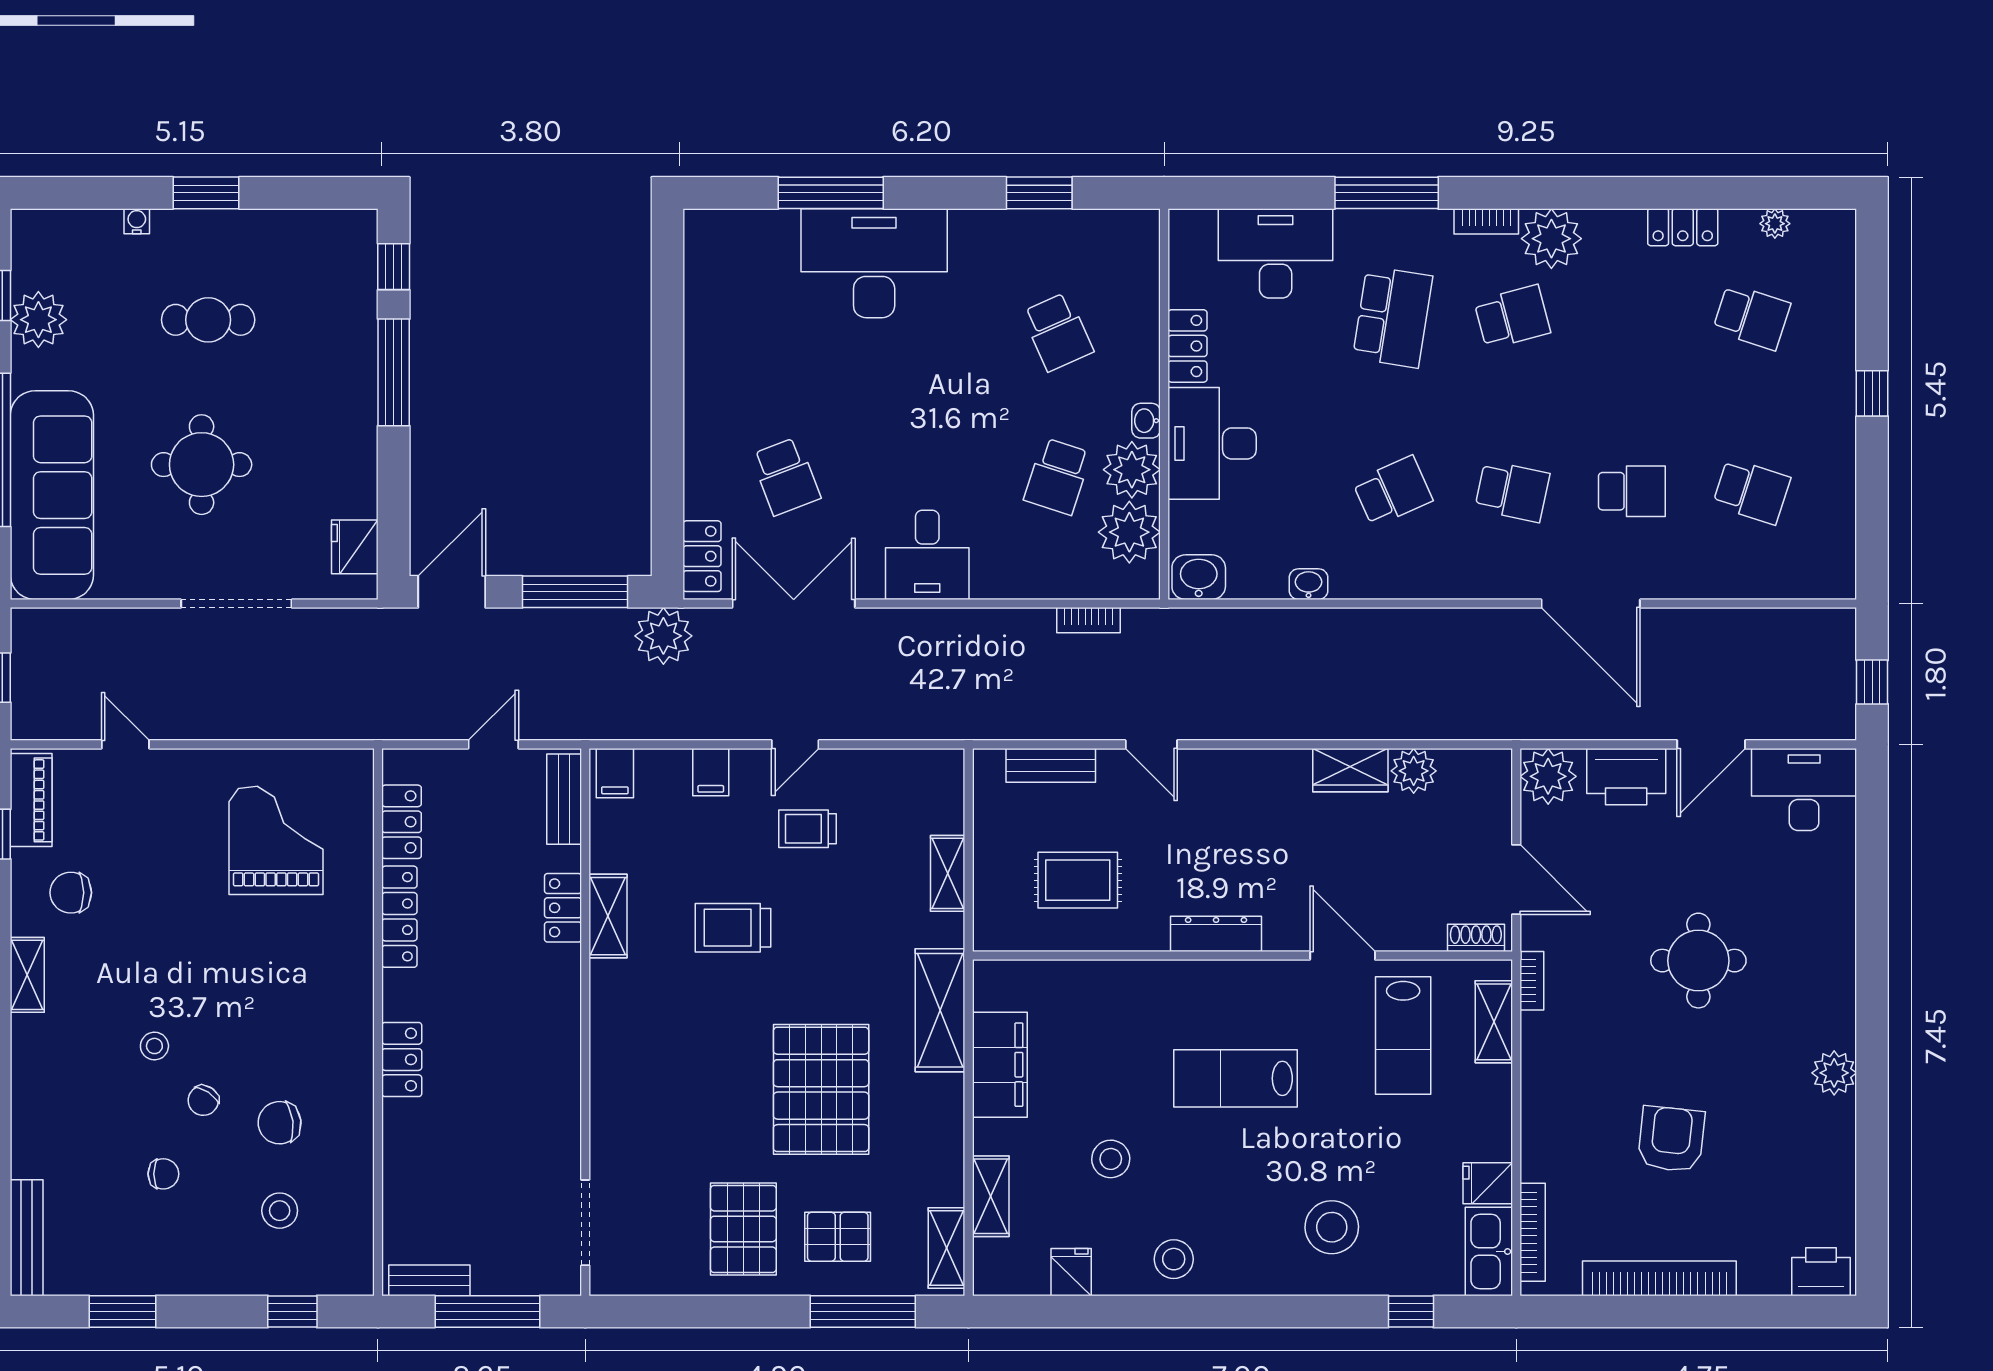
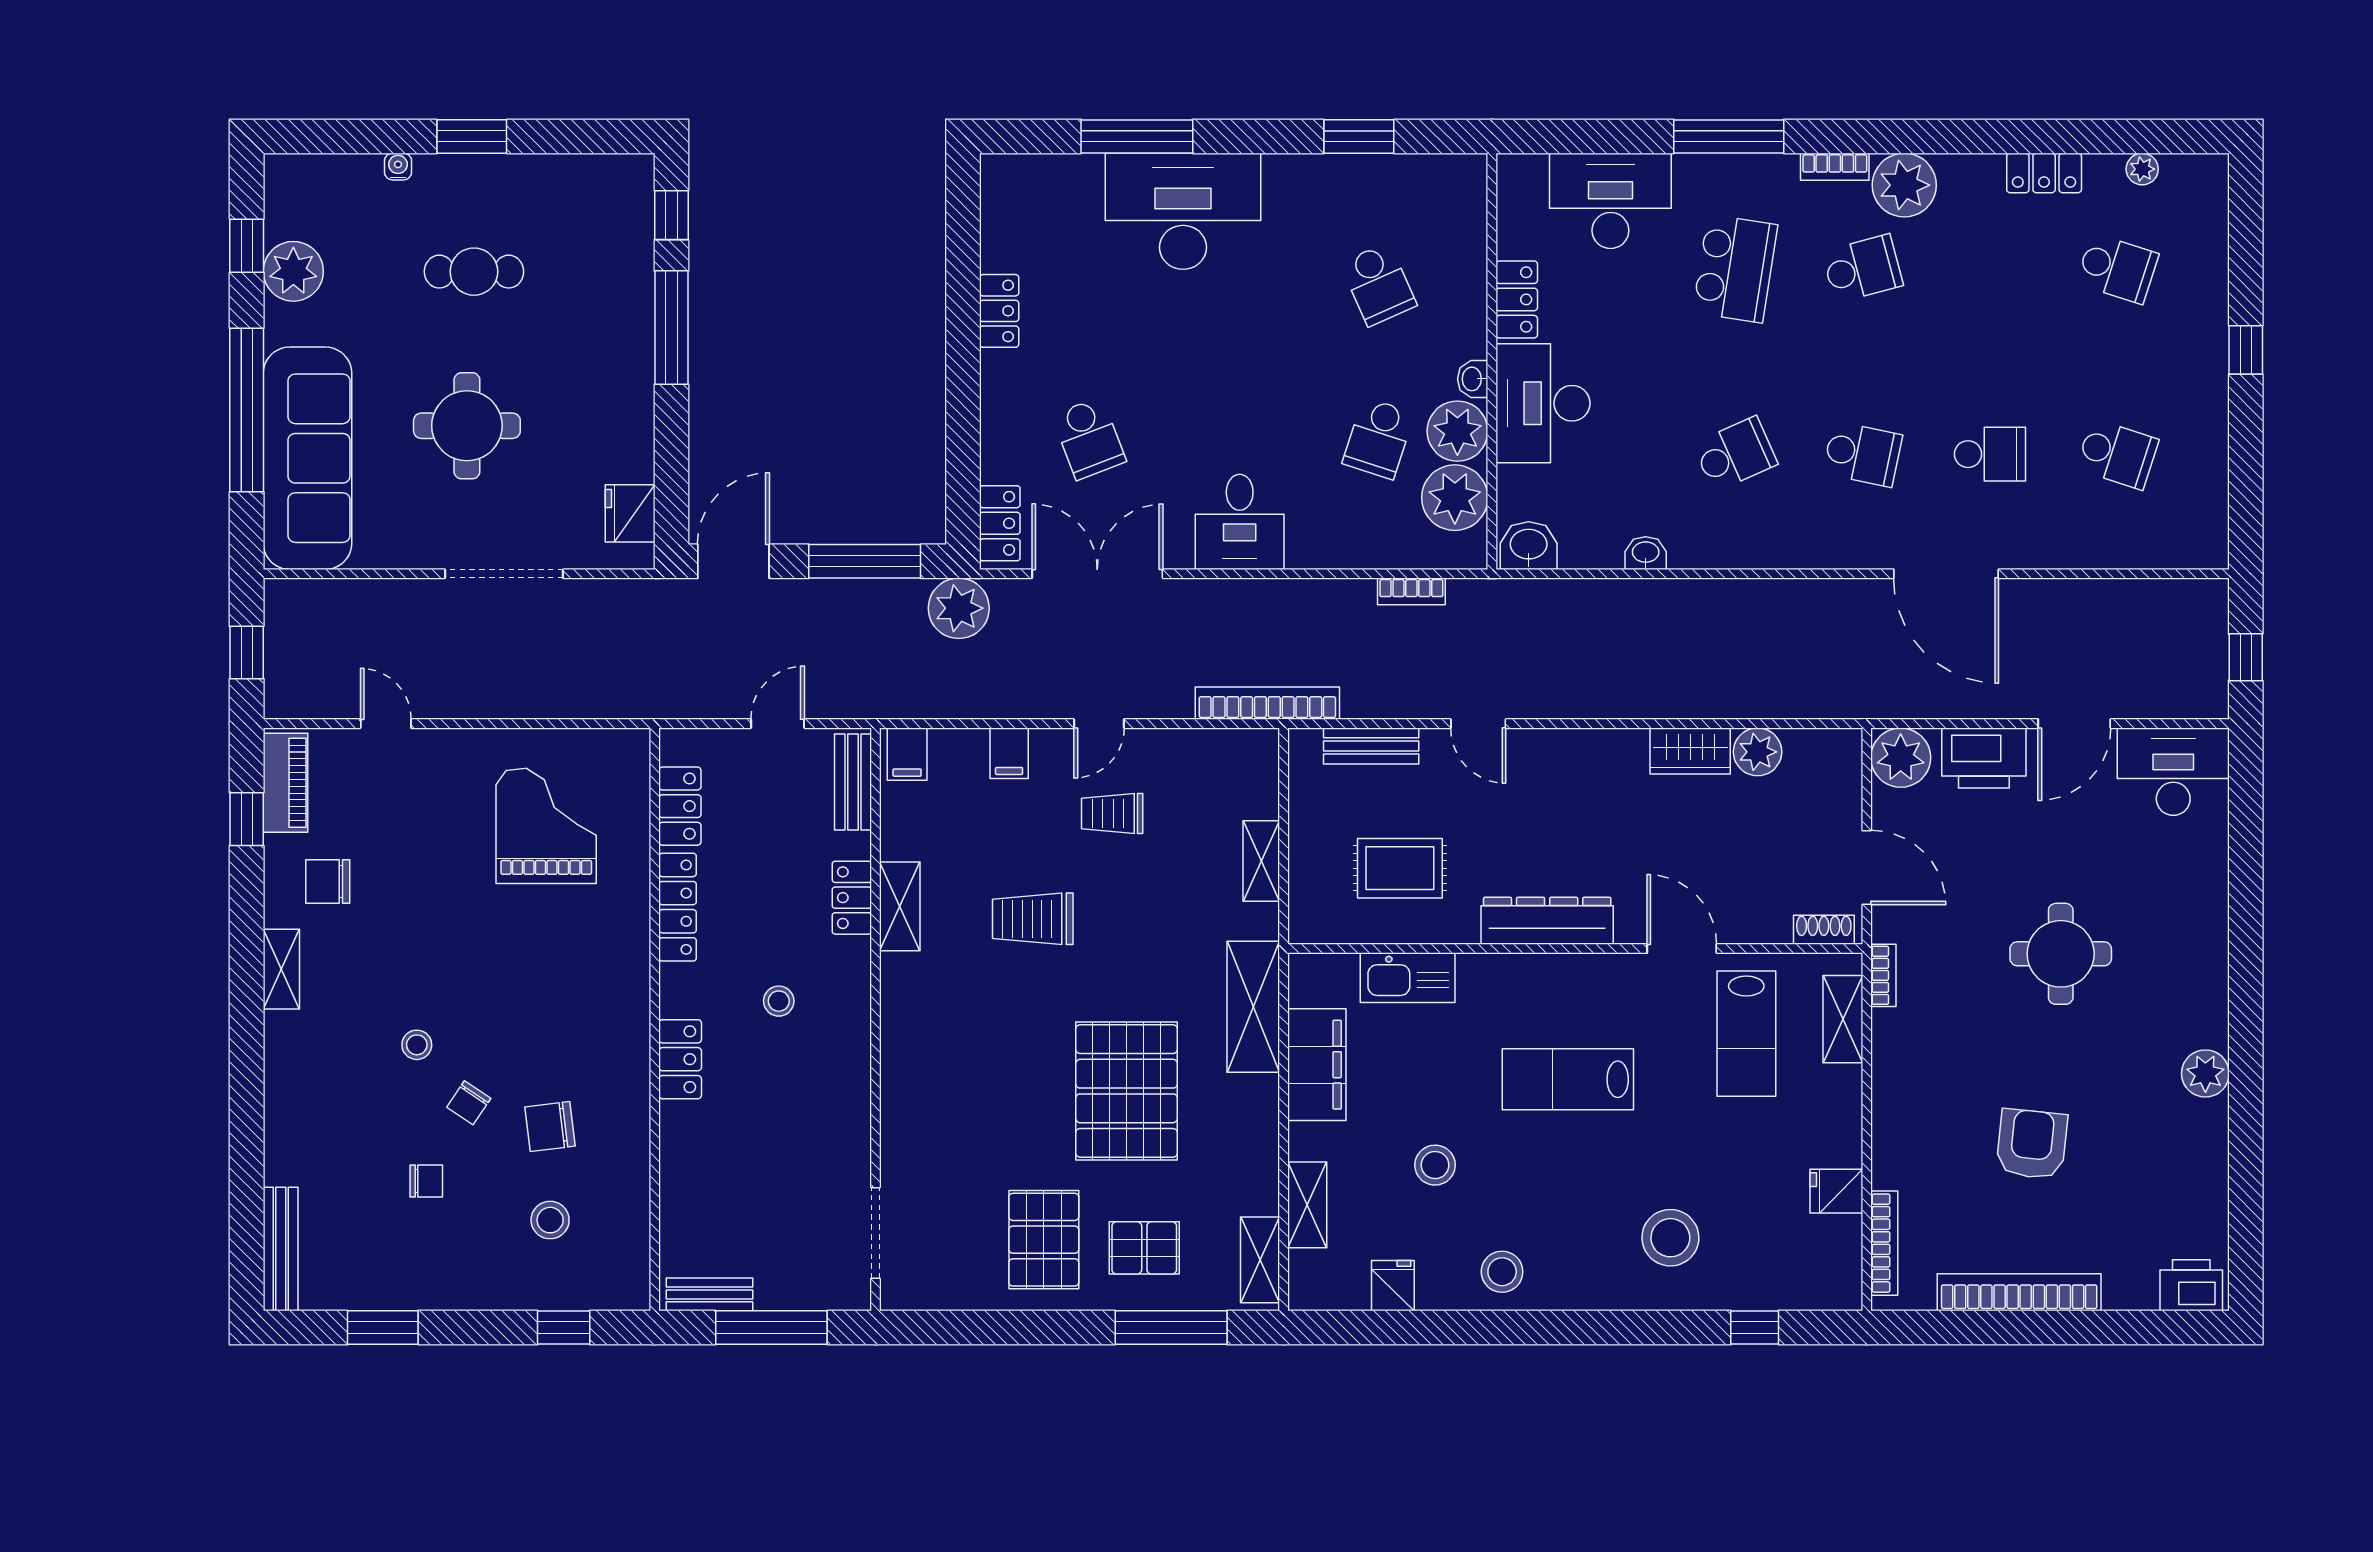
locker: (701, 357) -> (999, 311), added
bookcase: (953, 725) -> (1267, 703), added
dresser: (1216, 934) -> (1547, 921), width x1.37, depth x1.24
stool: (494, 1005) -> (779, 1001), added
kitchen sink: (1489, 1251) -> (1408, 978), moved, turned -90

